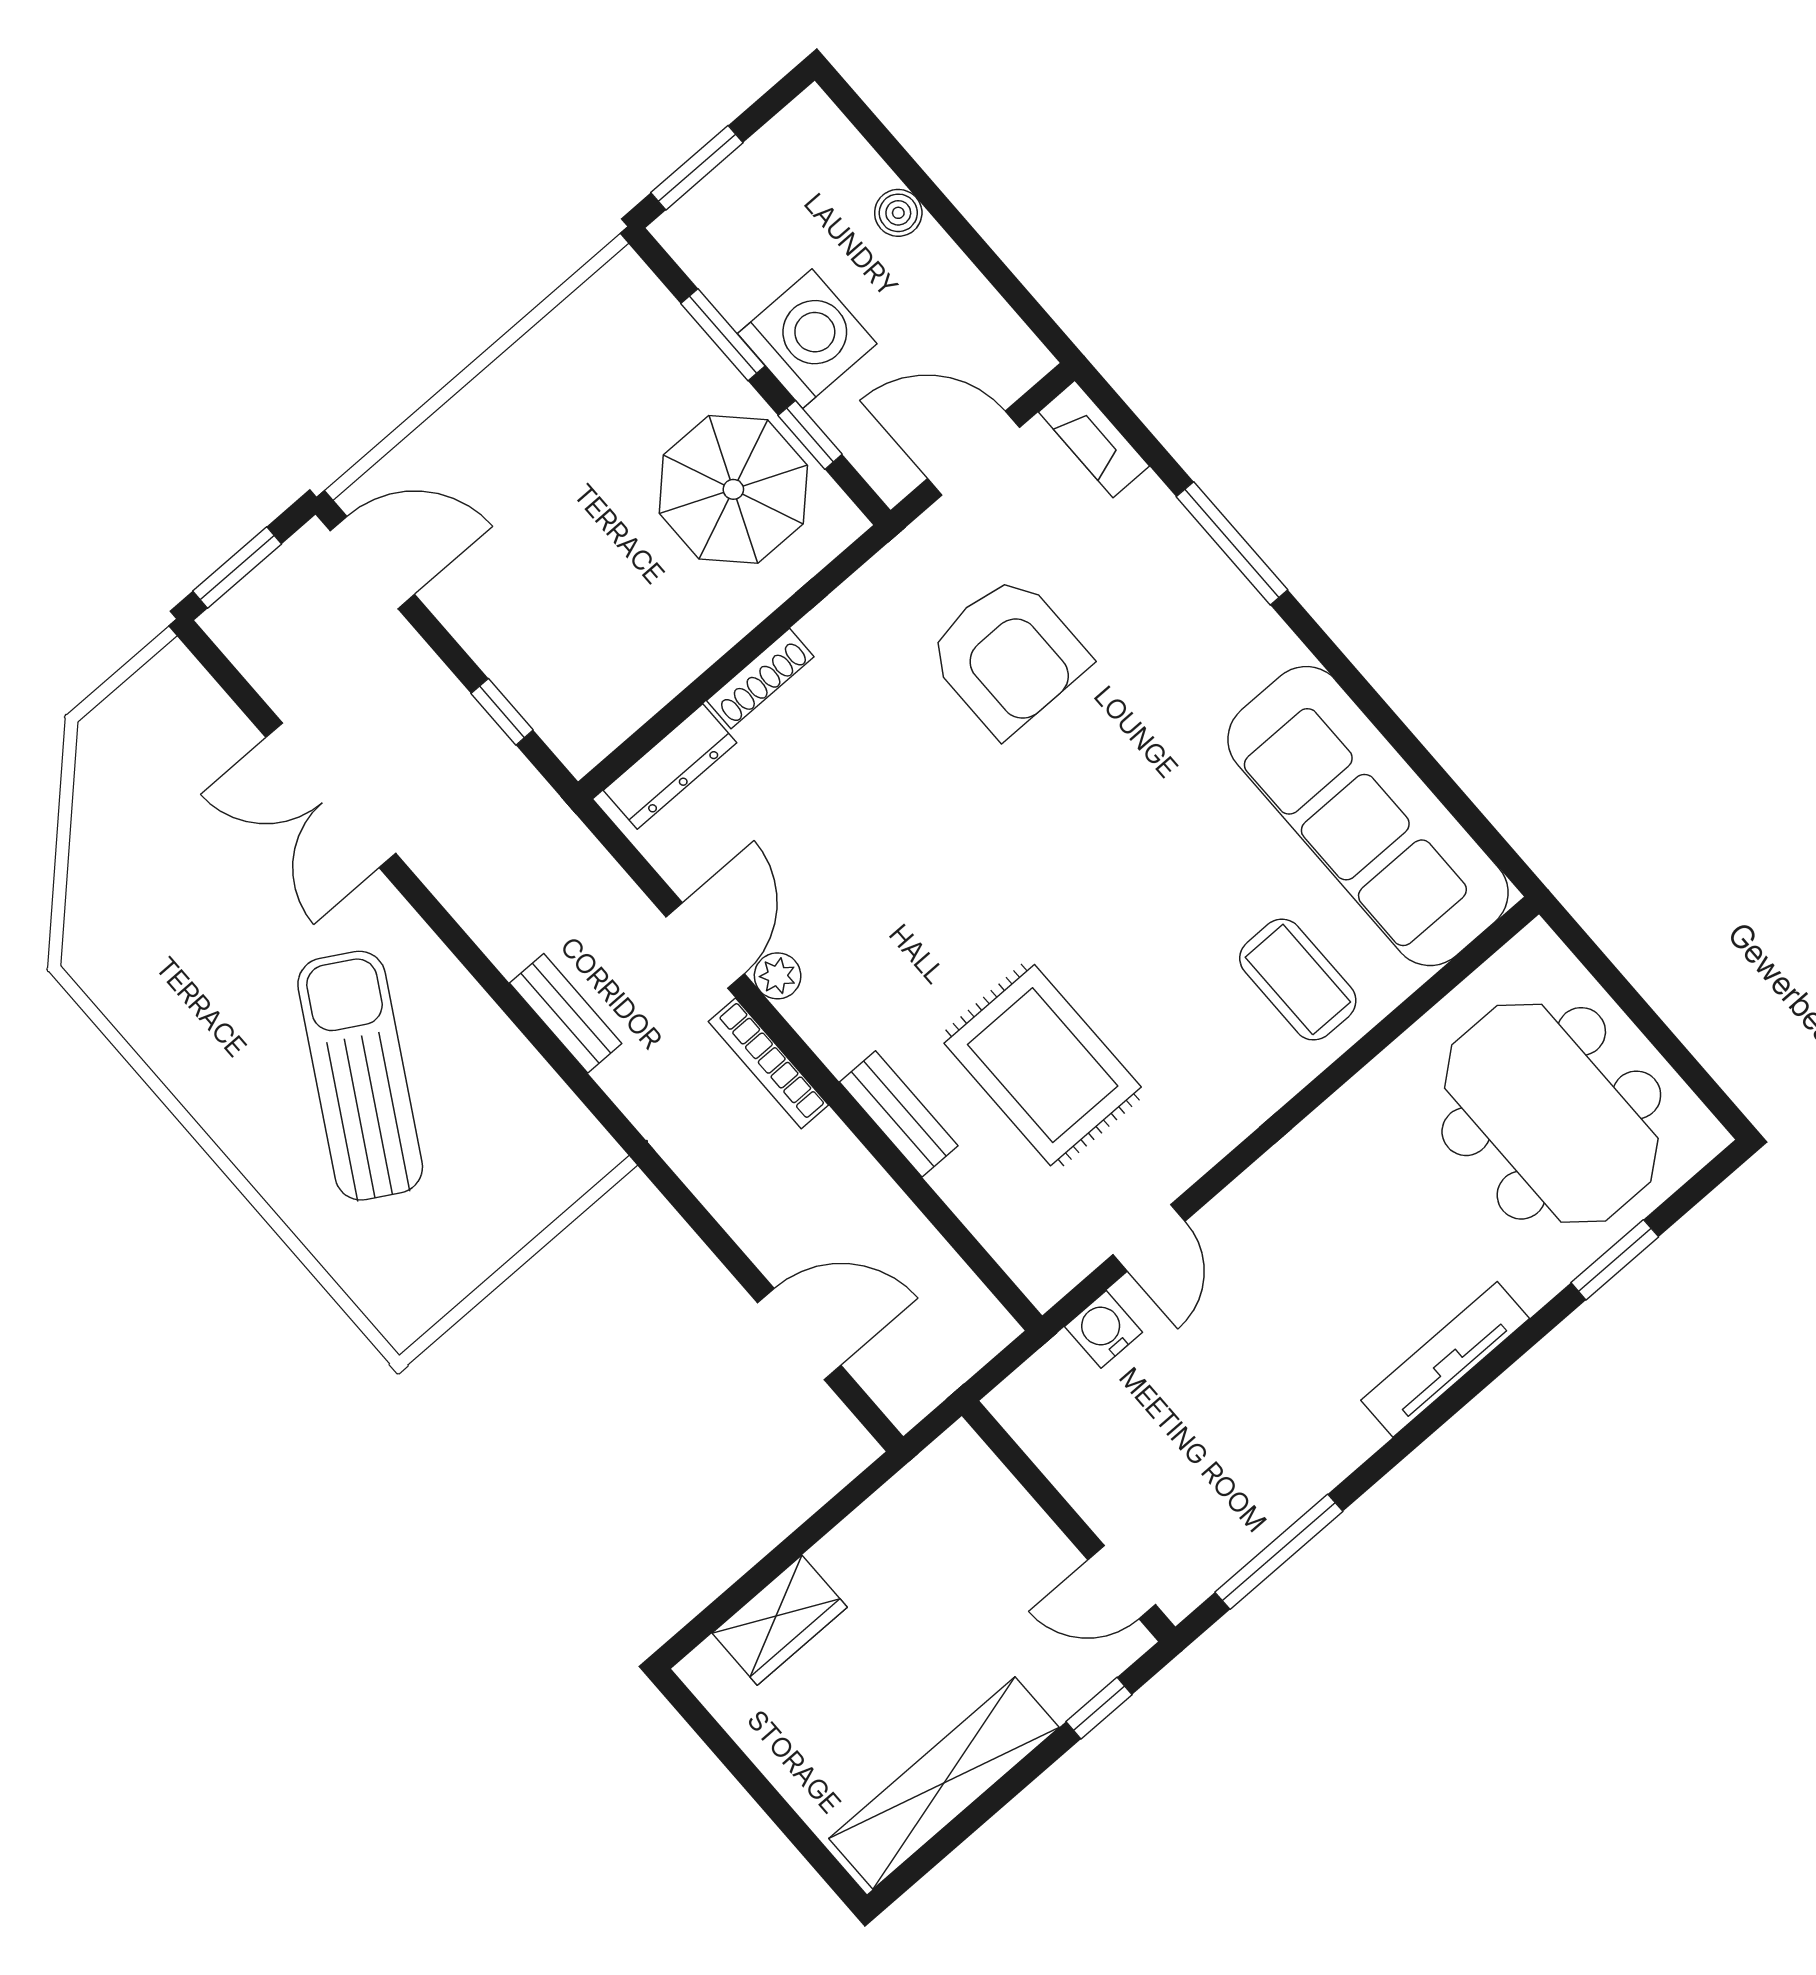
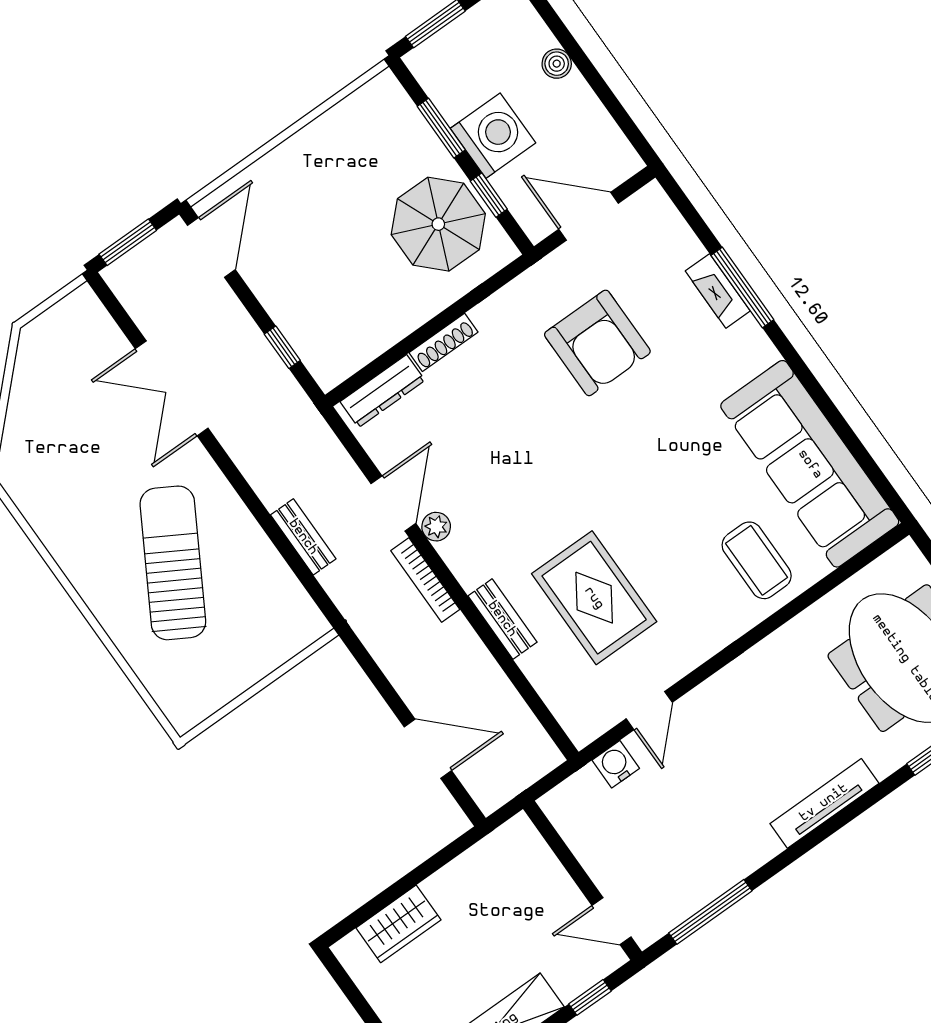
fireplace: (1094, 439) -> (718, 291), moved
door: (372, 563) -> (211, 247), hinge flipped

